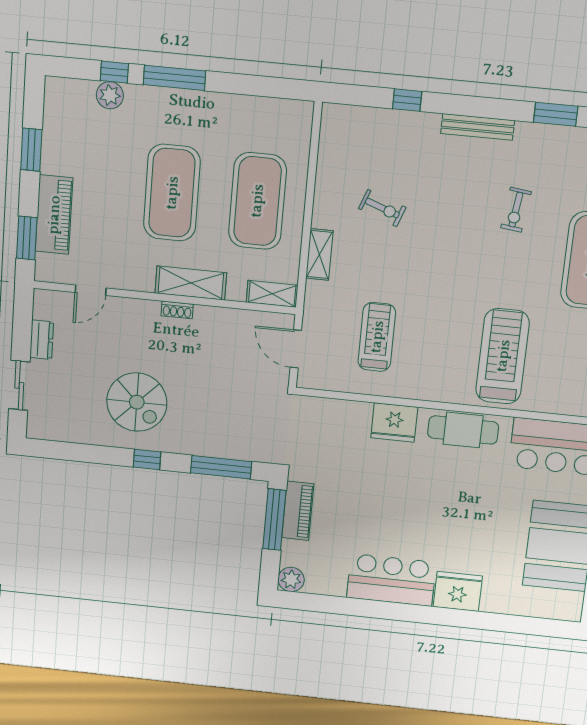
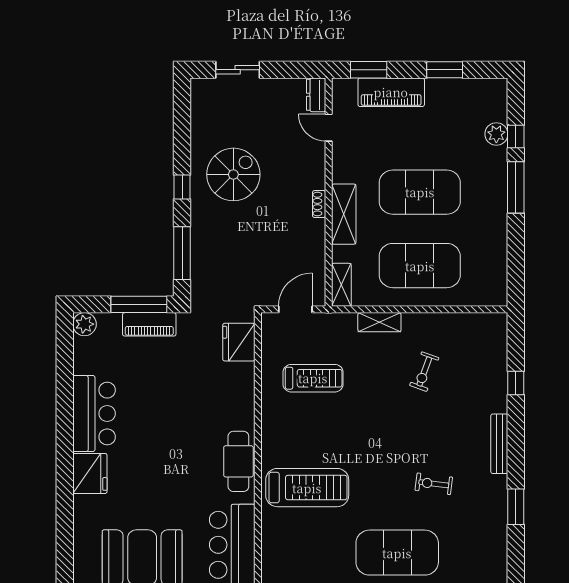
dresser: (42, 340) -> (316, 95), moved, turned 90
spiral stairs: (137, 402) -> (233, 174), turned 180
fridge: (394, 422) -> (239, 342), moved

